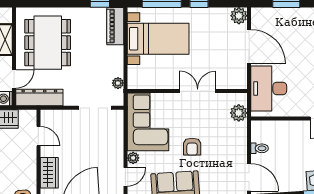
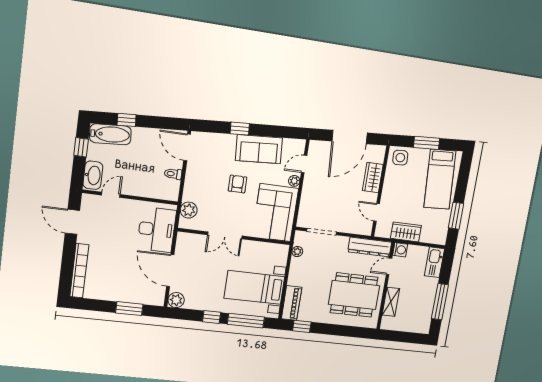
dining table: (48, 43) -> (354, 295), turned 90

